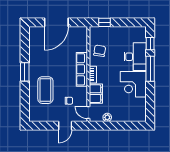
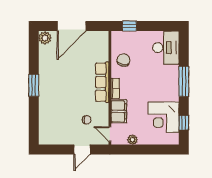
plant: (34, 32) -> (45, 38), added
window: (150, 44) -> (184, 123), moved
desk: (135, 57) -> (166, 48), moved
corner desk: (133, 84) -> (164, 117), moved
coffee table: (45, 90) -> (58, 107), removed

